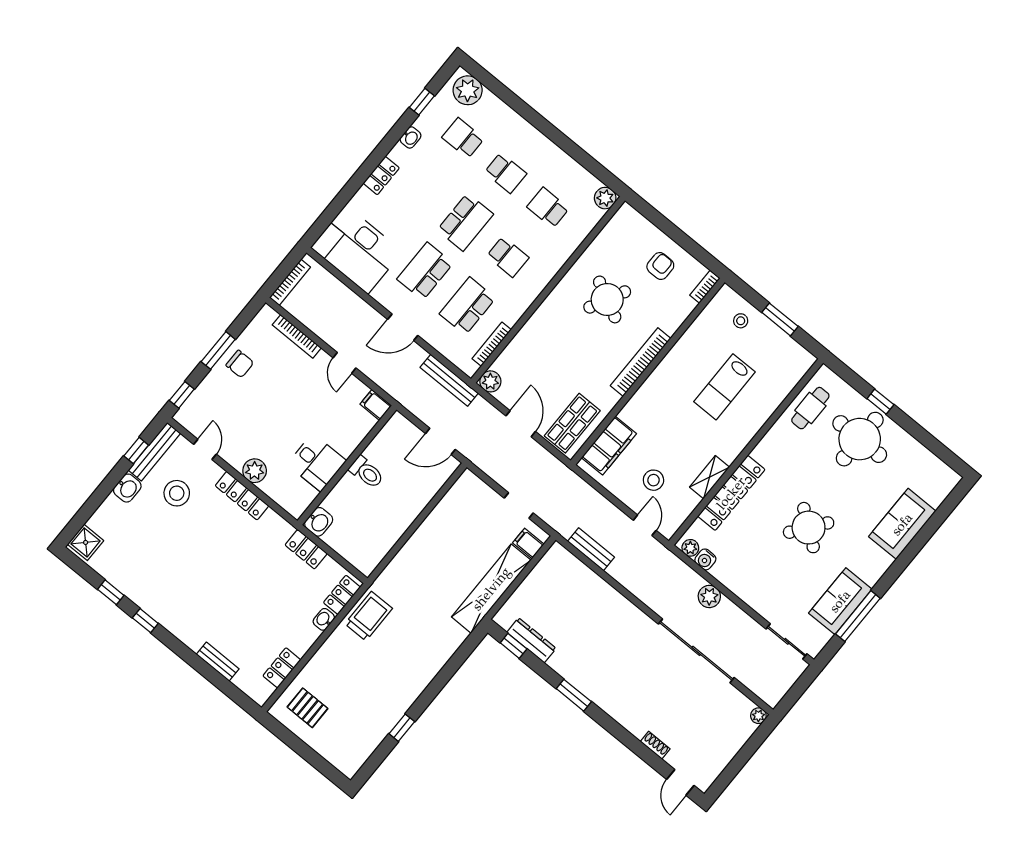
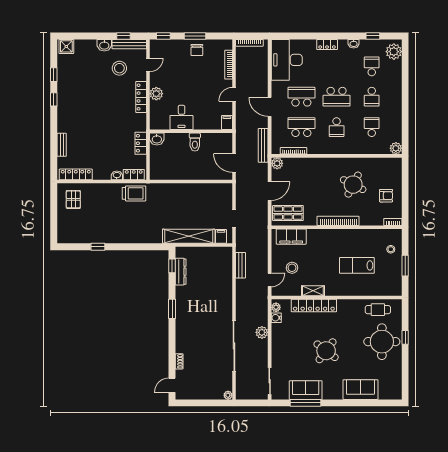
locker: (282, 668) -> (76, 174), width x1.53

